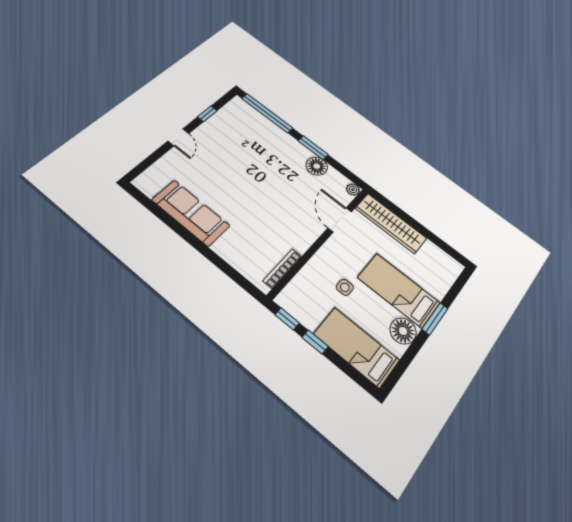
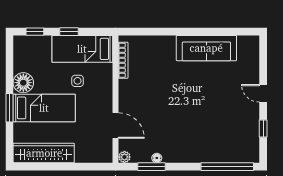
window: (313, 148) -> (152, 167), moved
floor lamp: (317, 166) -> (157, 158), width x0.53, depth x0.53
wardrobe: (391, 223) -> (44, 153), moved
window: (287, 319) -> (35, 32), moved
bed: (356, 347) -> (82, 49), moved, turned 180

